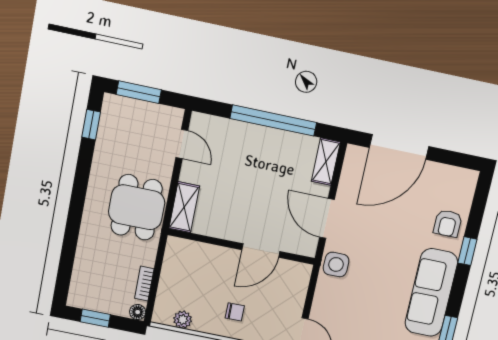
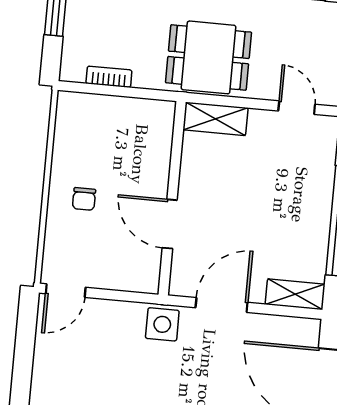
door: (182, 144) -> (297, 108), swing flipped
floor lamp: (138, 312) -> (70, 72), removed
plant: (183, 320) -> (66, 132), removed

